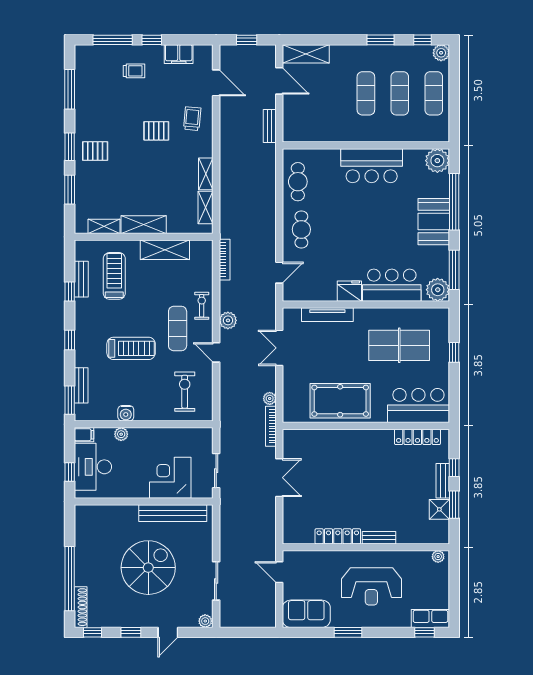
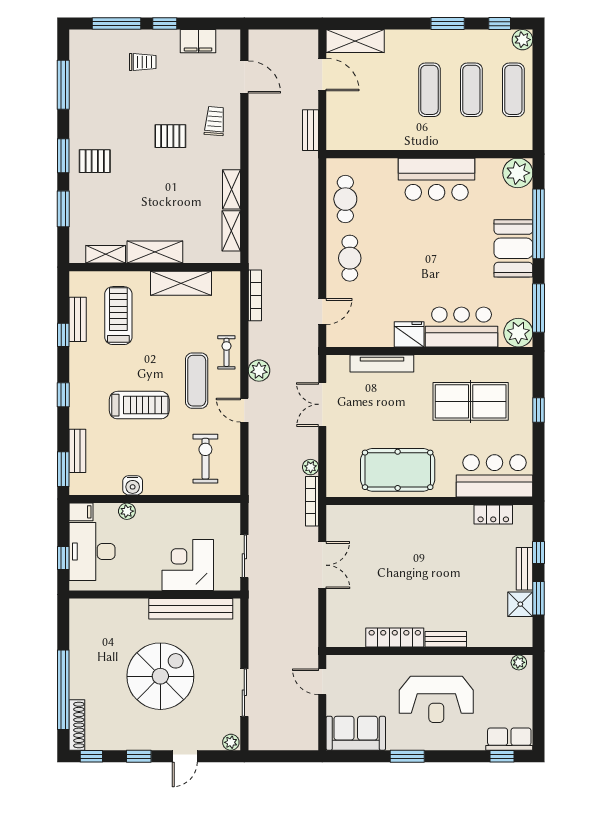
window: (247, 40) -> (282, 24), removed
locker: (417, 437) -> (493, 514), width x0.66

